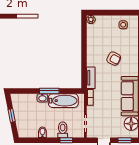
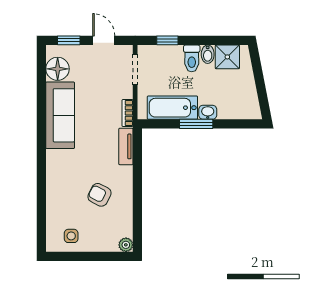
armchair: (114, 59) -> (99, 195), moved
window: (12, 116) -> (260, 82), removed
toilet: (63, 130) -> (192, 58), moved
shower: (31, 131) -> (227, 57), added

